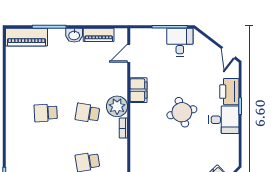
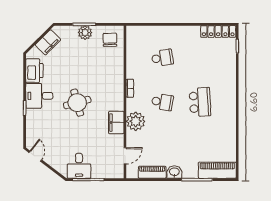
printer: (229, 92) -> (34, 71), moved
plant: (117, 106) -> (136, 121), moved
school desk: (46, 113) -> (200, 102), width x1.85

